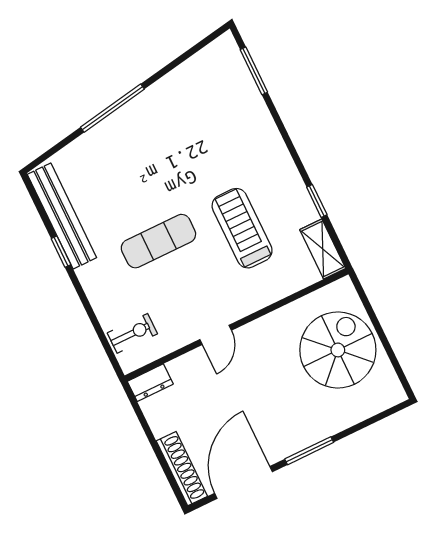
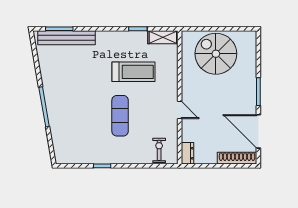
bench: (62, 216) -> (67, 38), moved
treadmill: (242, 228) -> (134, 72), turned 180

